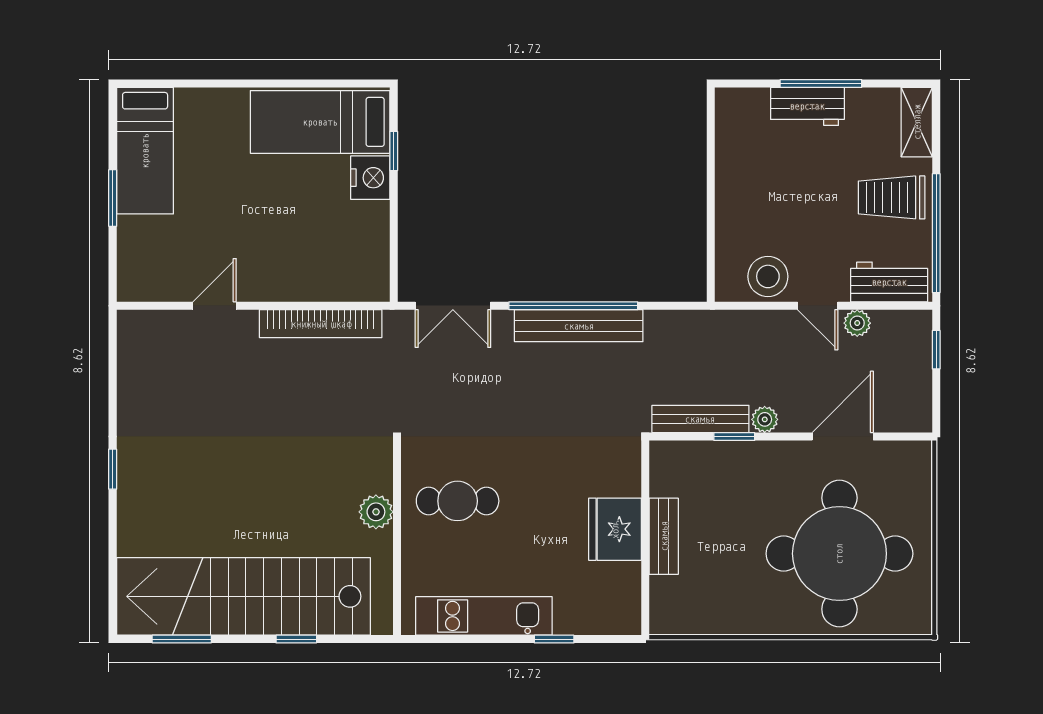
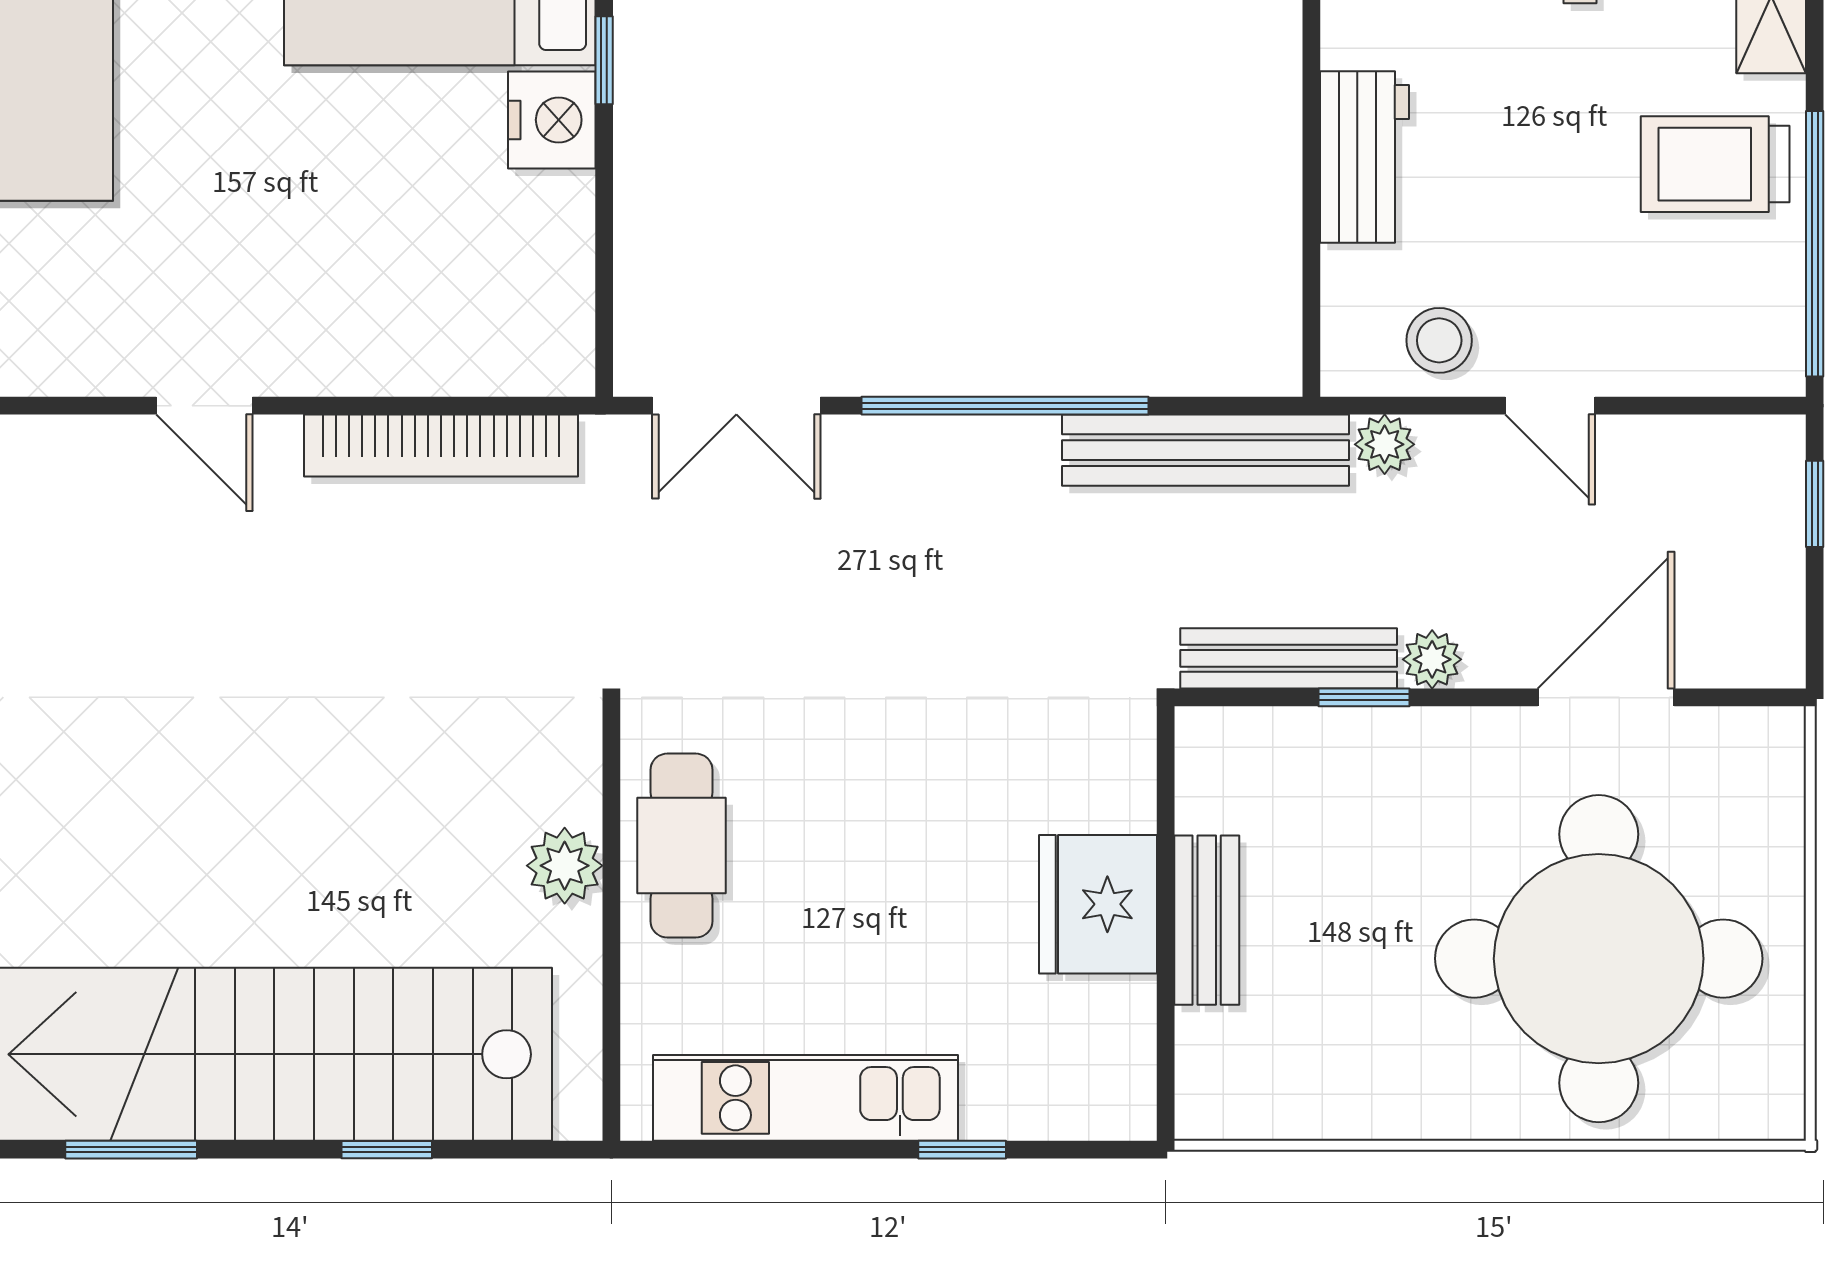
stool: (768, 276) -> (1439, 340), width x0.73, depth x0.73
workbench: (889, 282) -> (1365, 157), moved, turned 90
door: (215, 306) -> (204, 406), swing flipped
plant: (857, 323) -> (1385, 444), moved
bench: (579, 326) -> (1205, 450), moved
cafe table: (458, 501) -> (681, 846), moved, turned 90

